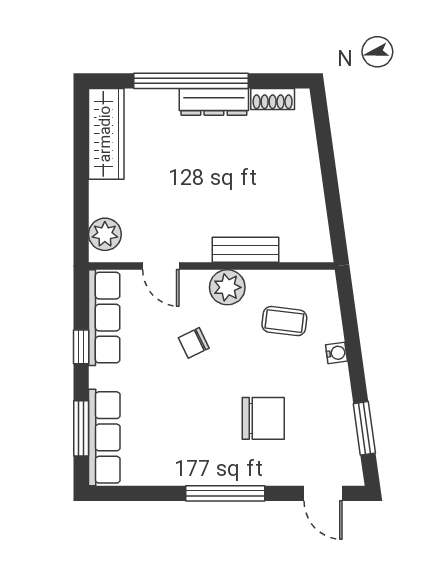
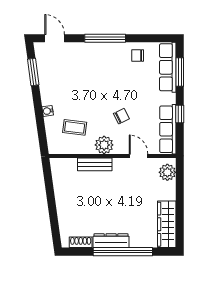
chair: (263, 418) -> (138, 55), moved, width x0.54, depth x0.54

